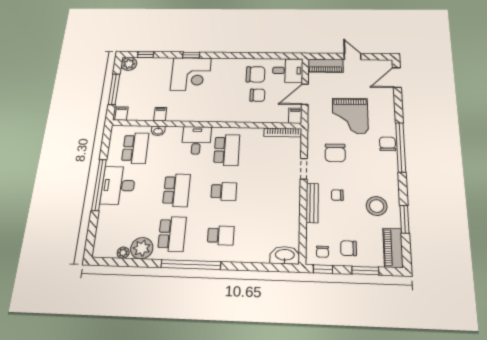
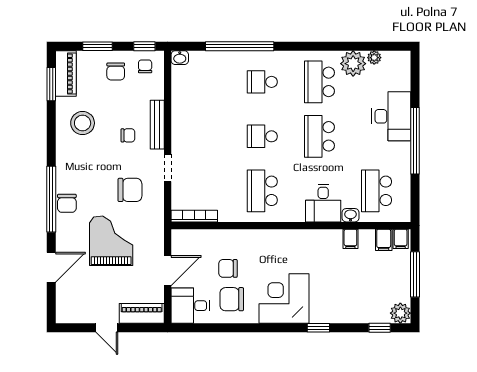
corner desk: (191, 74) -> (284, 299), moved
door: (397, 78) -> (51, 267), moved
filing cabinet: (295, 116) -> (384, 240), moved
desk: (196, 140) -> (323, 203), moved
chair: (335, 153) -> (130, 190), turned 90
desk: (118, 185) -> (391, 116), moved
window: (404, 219) -> (51, 84), moved
chair: (349, 248) -> (116, 71), turned 90
washbasin: (285, 255) -> (180, 58), width x0.52, depth x0.69
window: (191, 265) -> (240, 46), moved

